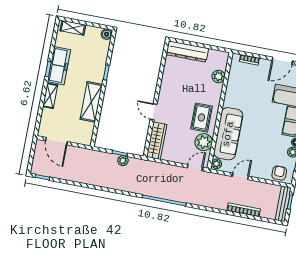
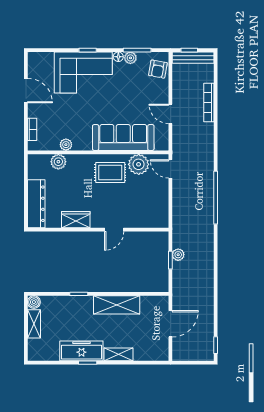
shelving: (73, 28) -> (34, 324), moved
door: (56, 141) -> (170, 324), moved
wardrobe: (157, 141) -> (76, 220), moved, width x0.67
plant: (216, 164) -> (66, 145), moved
armchair: (279, 173) -> (158, 69), turned -80

